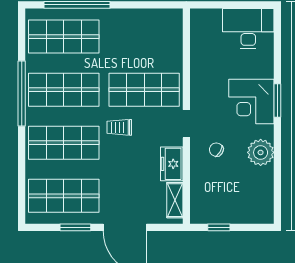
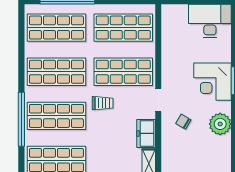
shop shelf: (144, 37) -> (123, 28), added
window: (22, 93) -> (21, 119), moved
trolley: (119, 127) -> (103, 103), turned 180

